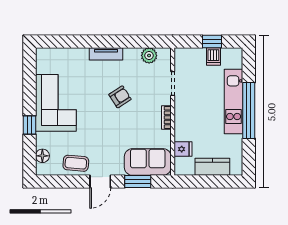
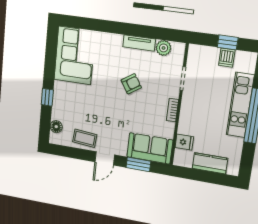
tv unit: (106, 54) -> (139, 43), moved
corner sofa: (56, 103) -> (75, 55), moved

